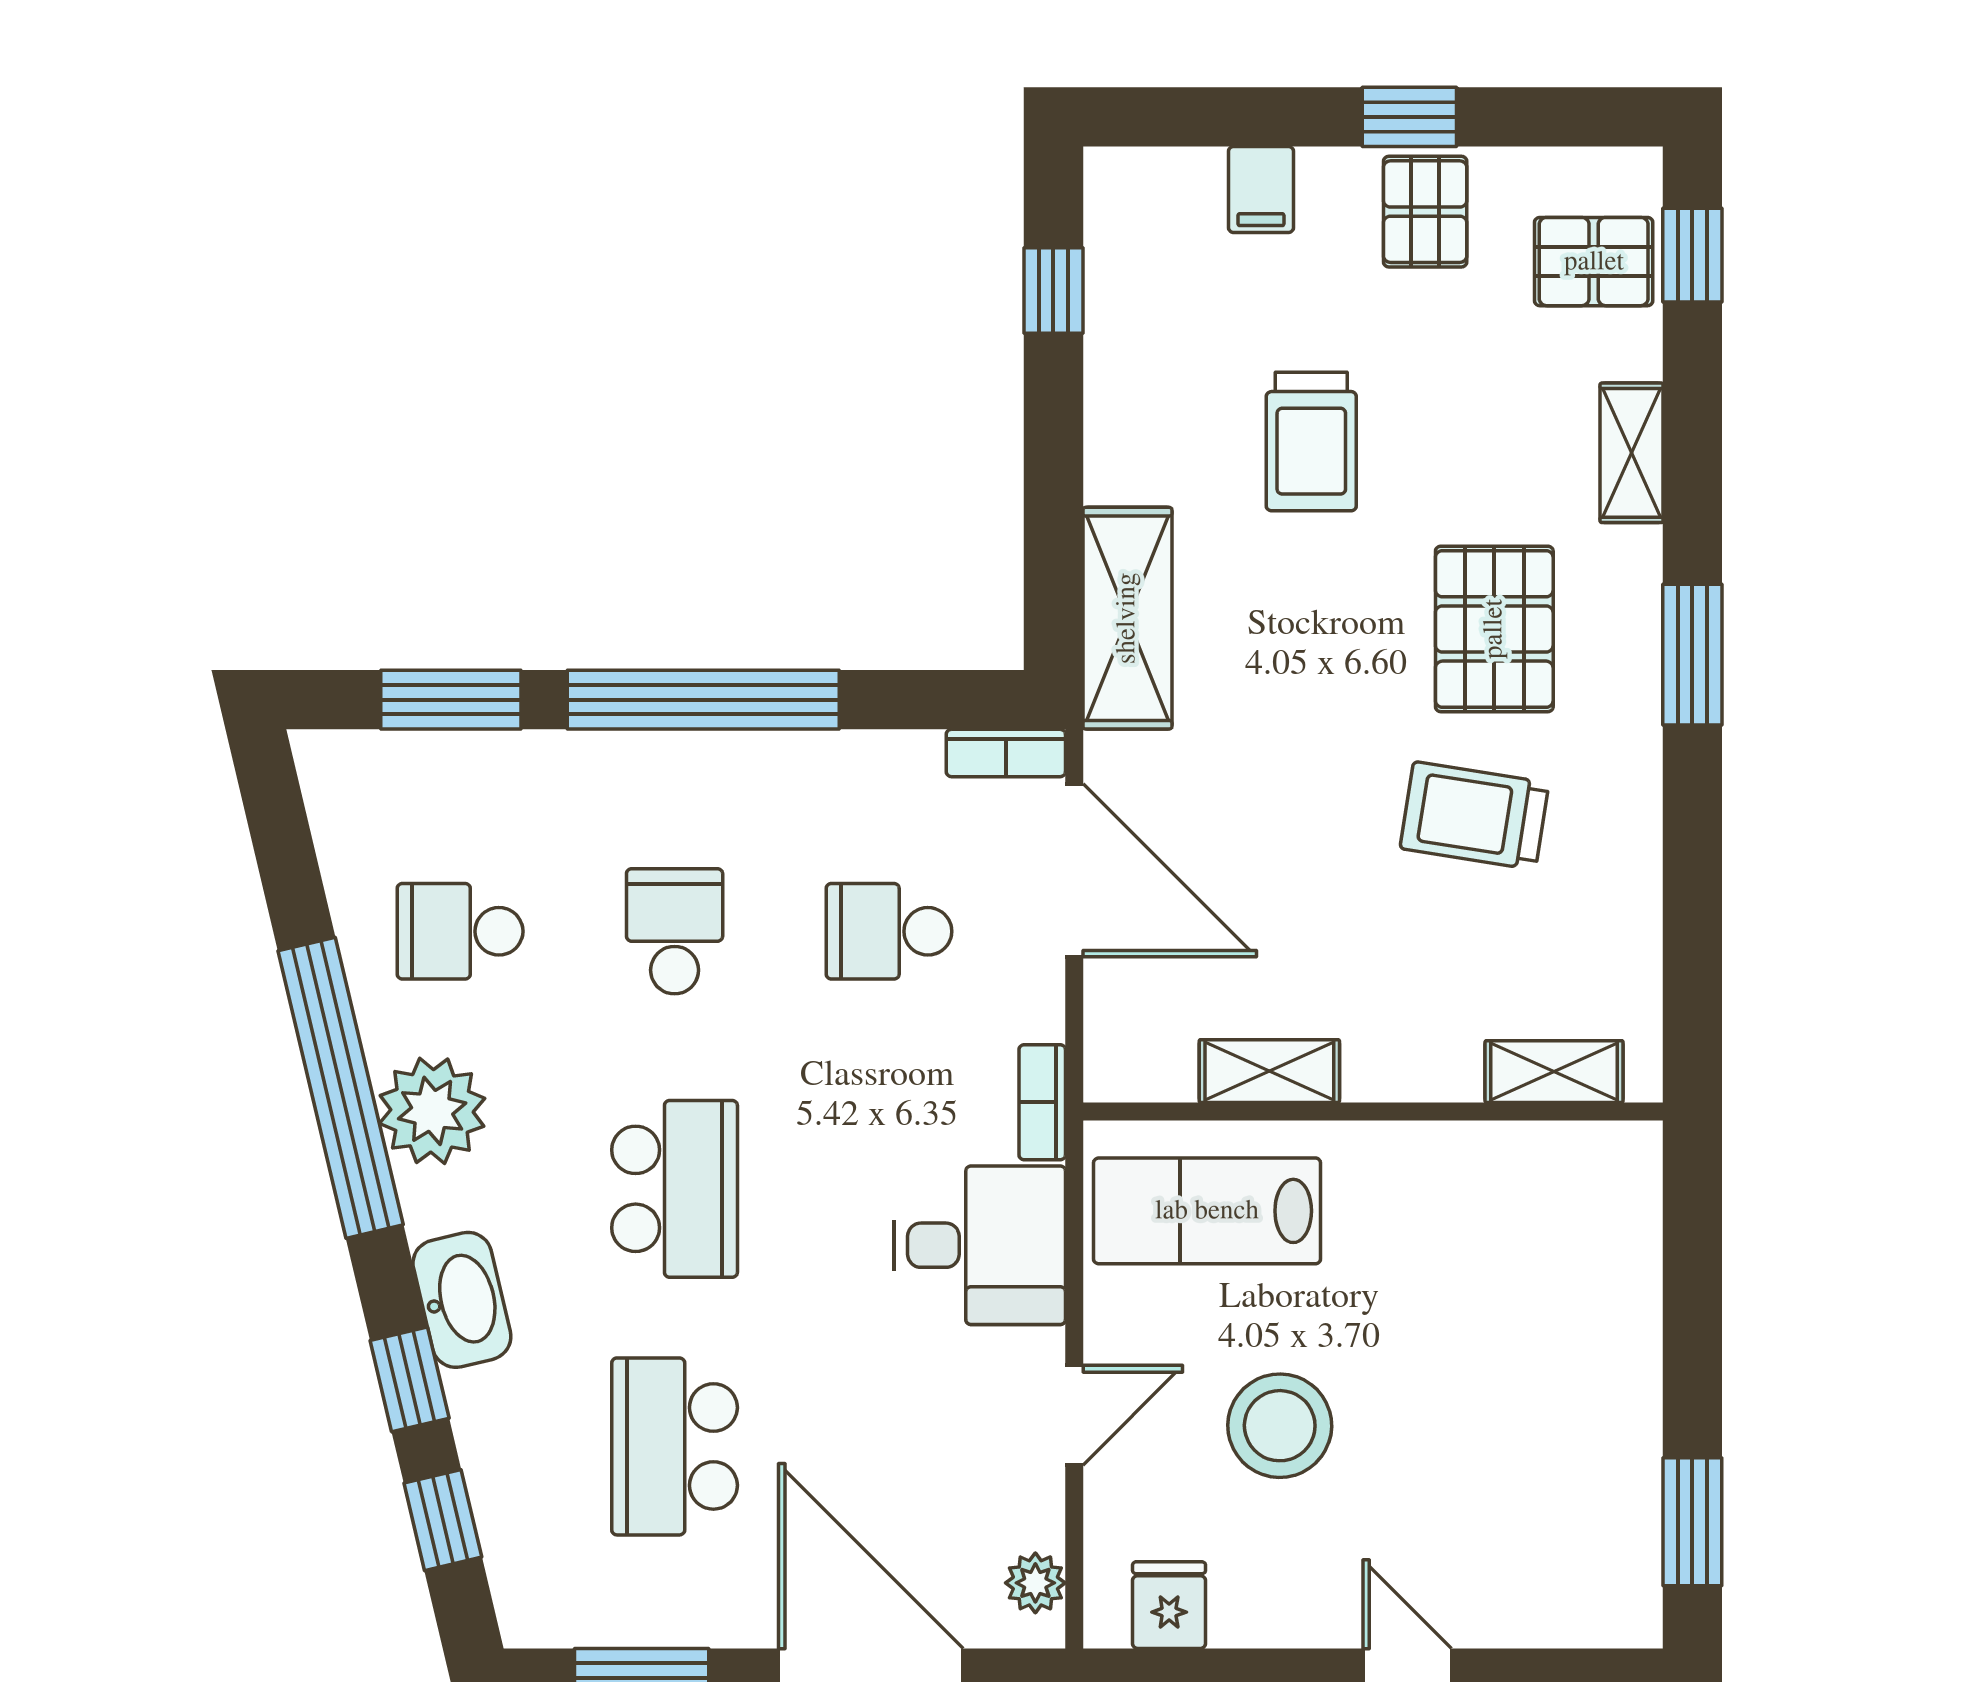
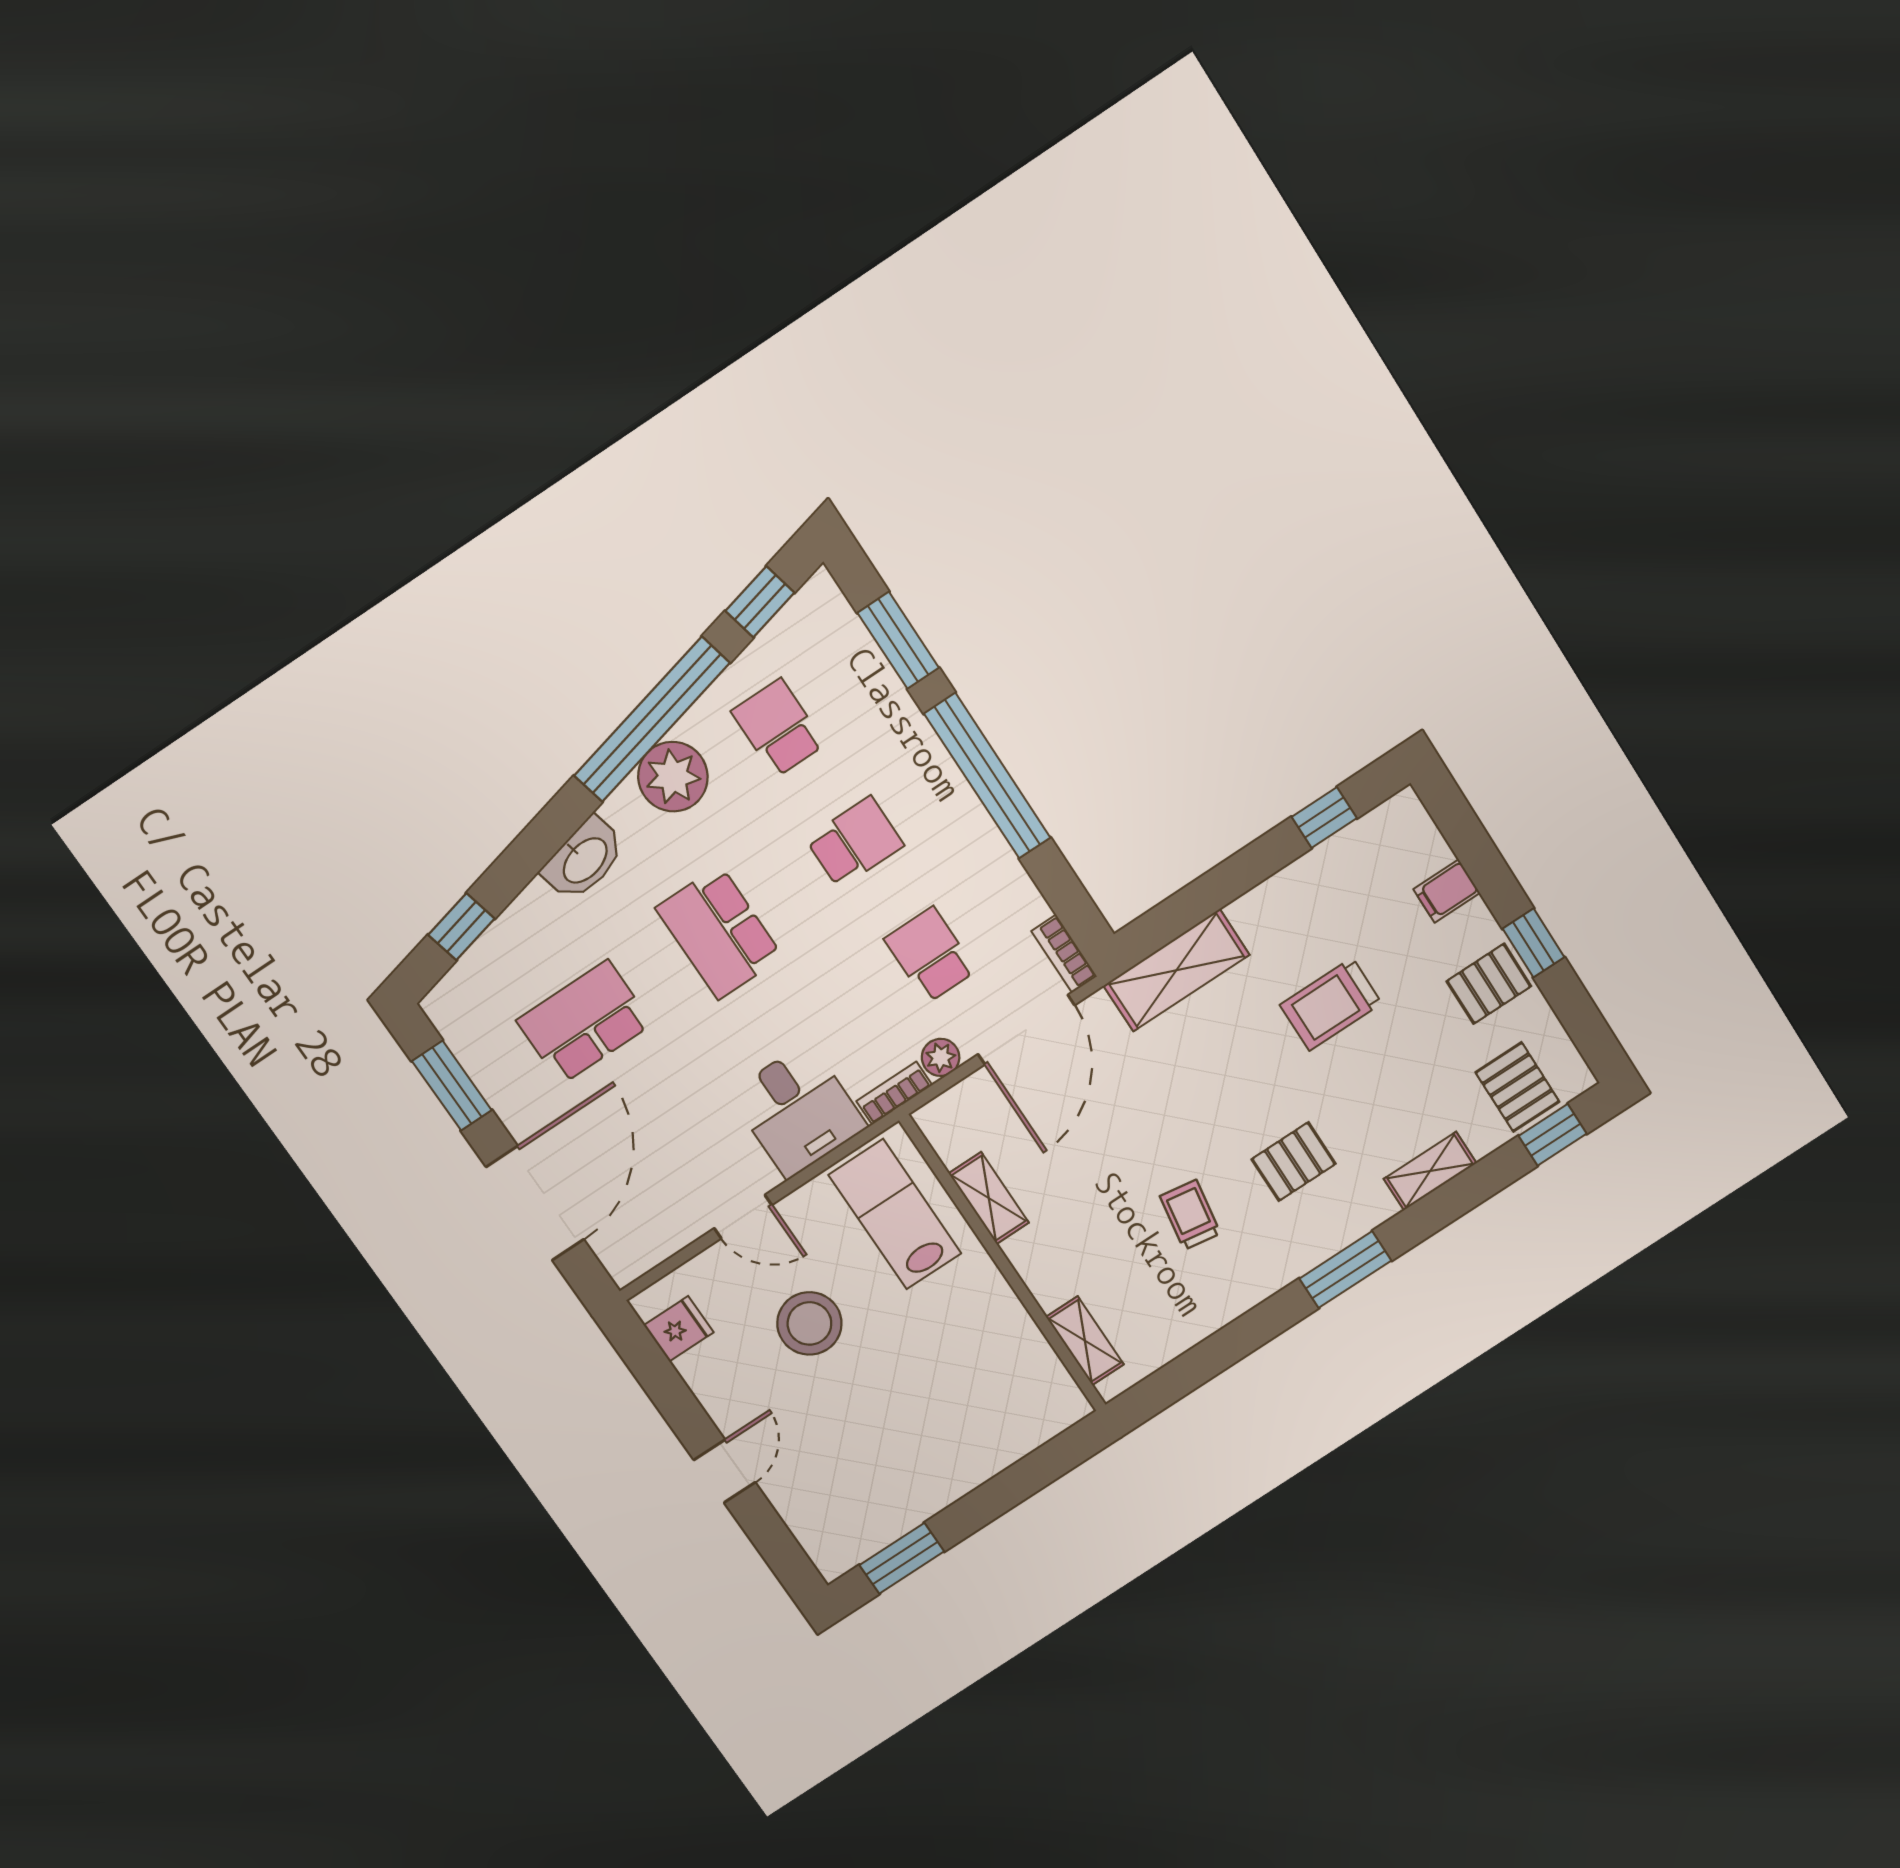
pallet: (1494, 629) -> (1294, 1162), width x0.67, depth x0.71
trolley: (1474, 816) -> (1190, 1215), width x0.73, depth x0.72
school desk: (675, 1189) -> (719, 933), turned 90
window: (410, 1379) -> (760, 602), moved
plant: (1035, 1583) -> (941, 1057), moved

